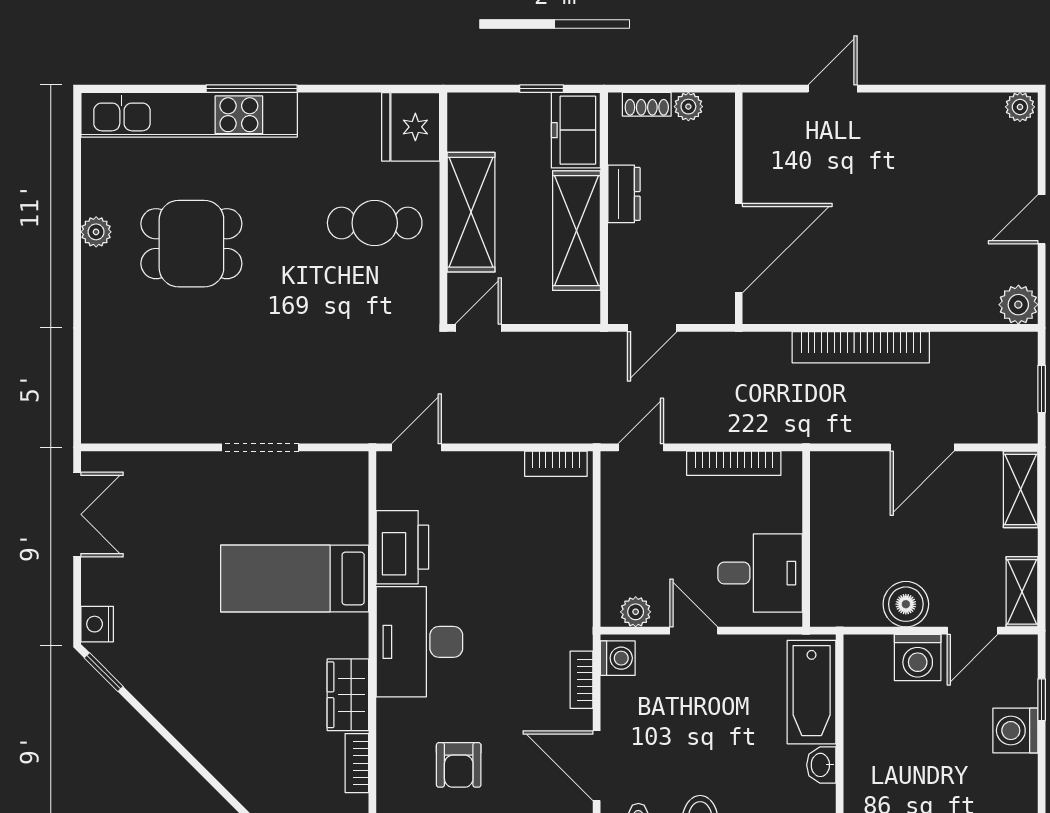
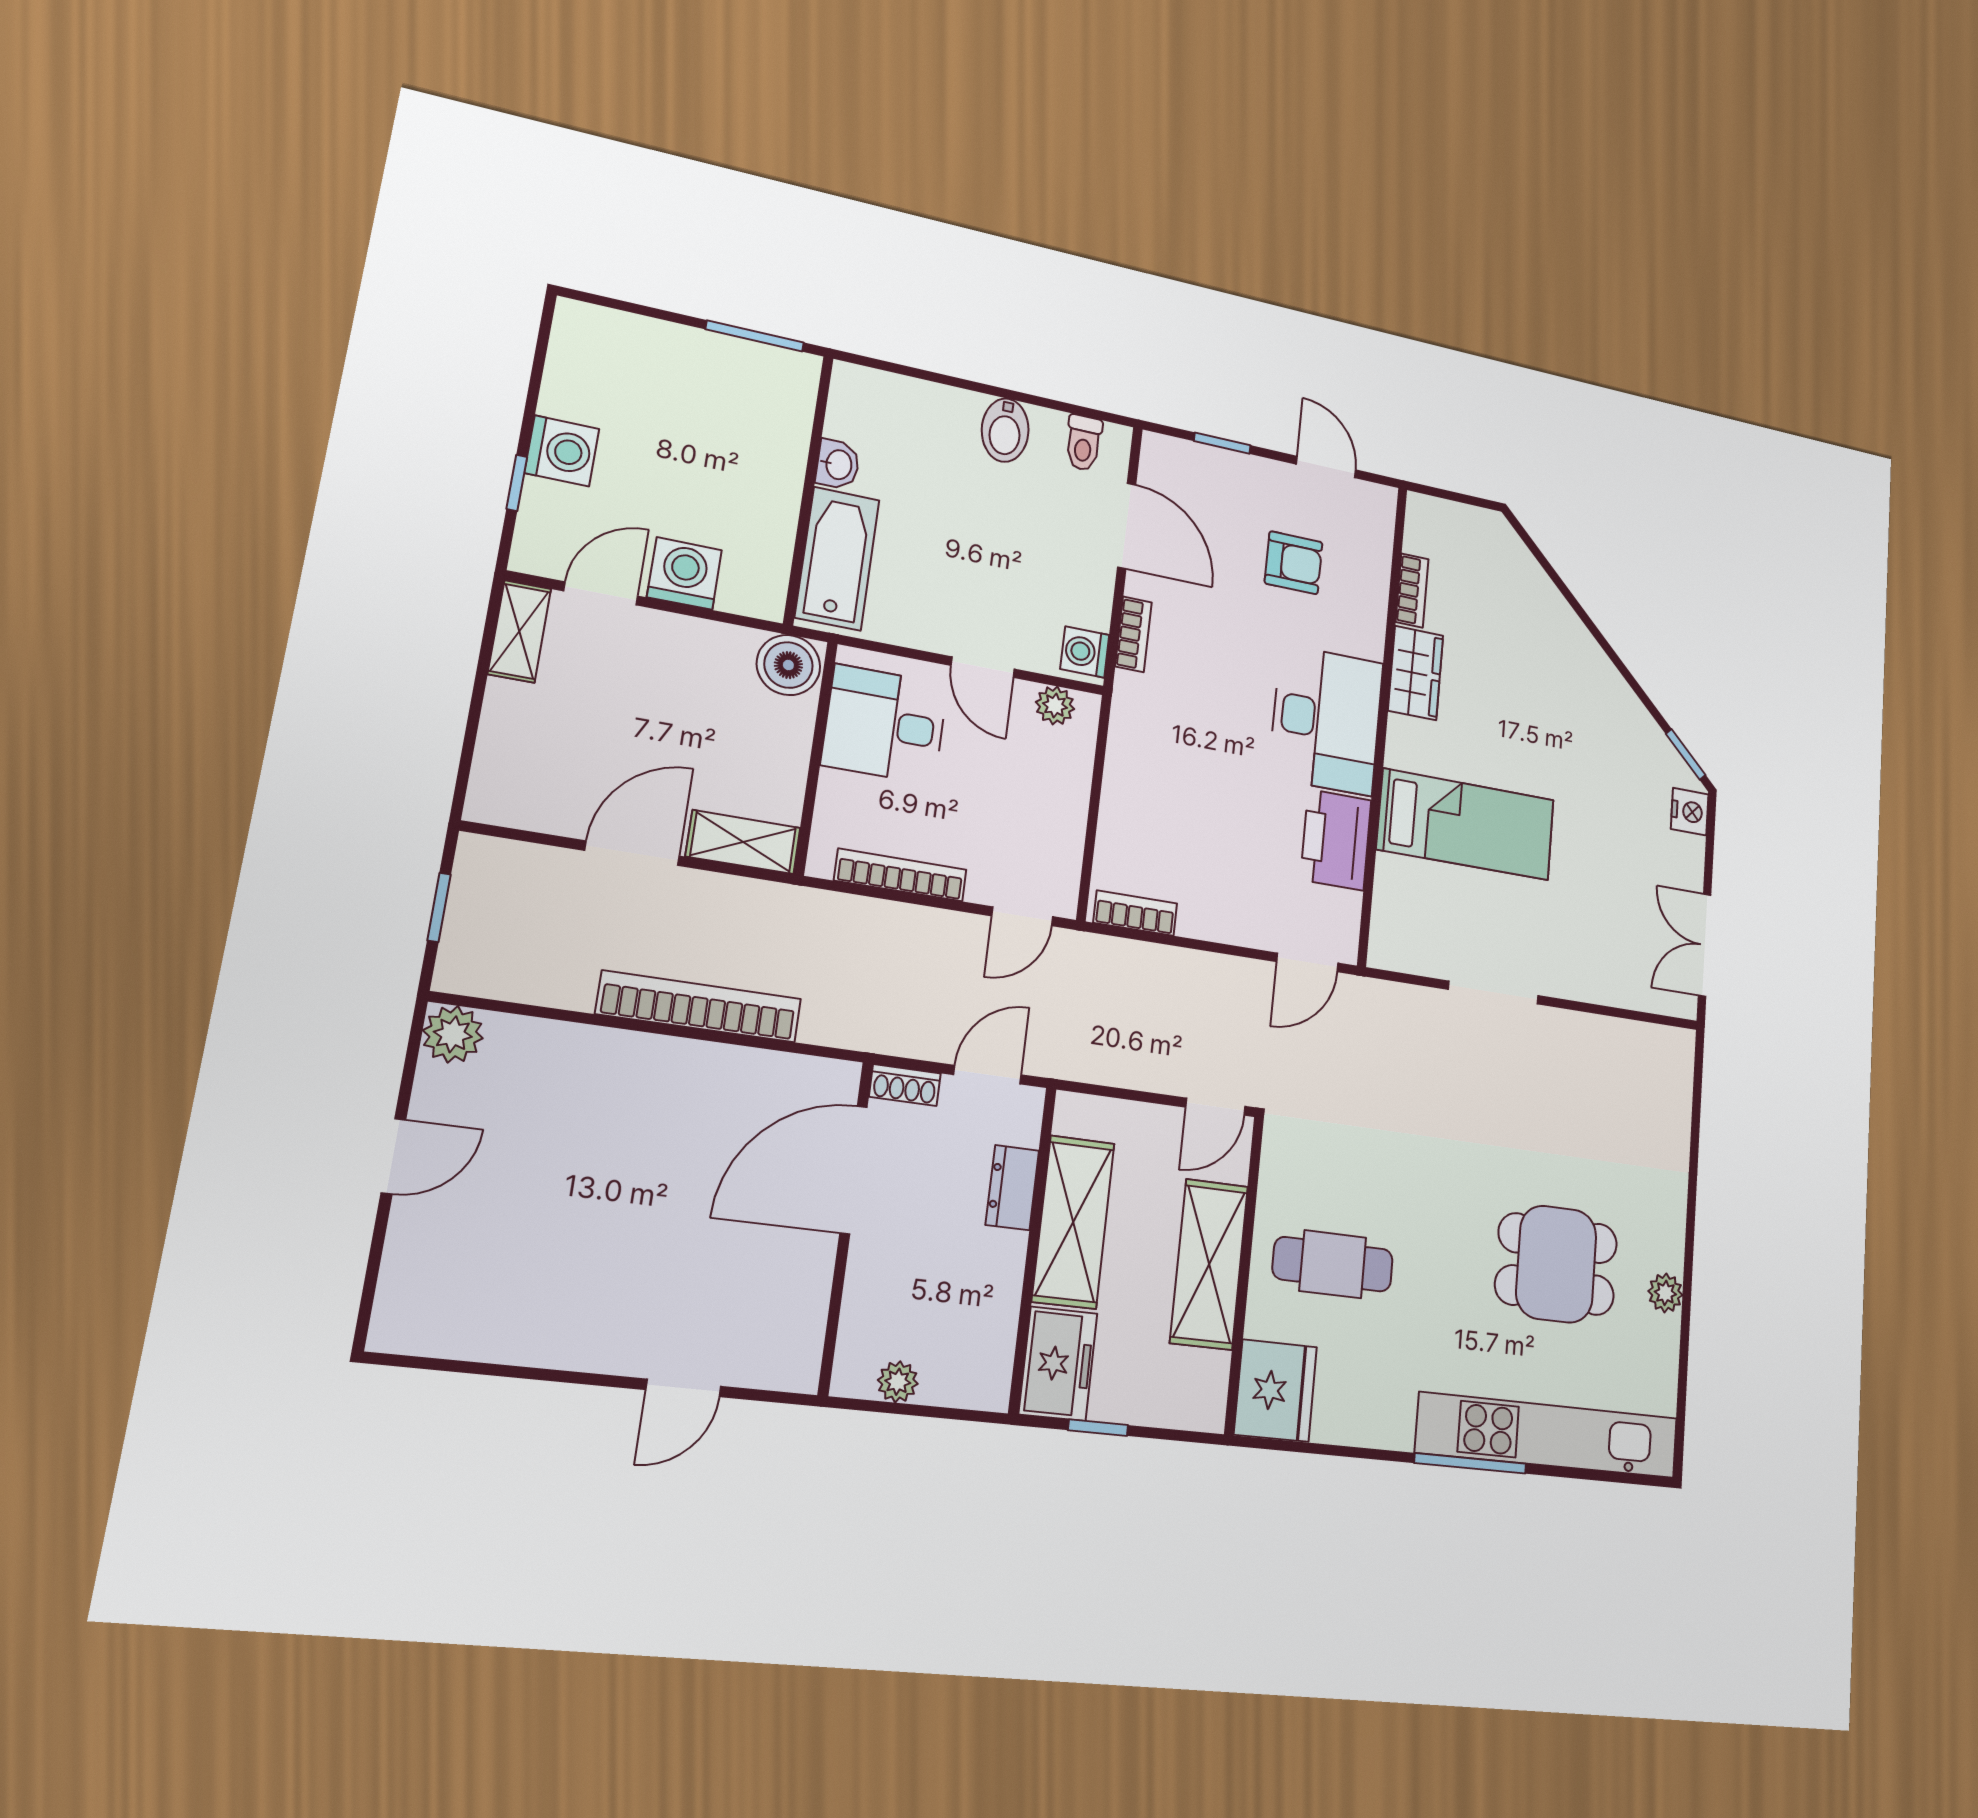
shoe rack: (647, 104) -> (905, 1085), moved, turned 180
plant: (1020, 107) -> (397, 1331), removed
dresser: (624, 194) -> (1012, 1188), moved
shelving: (1021, 489) -> (743, 842), moved, turned 90
boiler: (906, 604) -> (788, 665), moved
armchair: (459, 765) -> (1294, 563), turned 90

